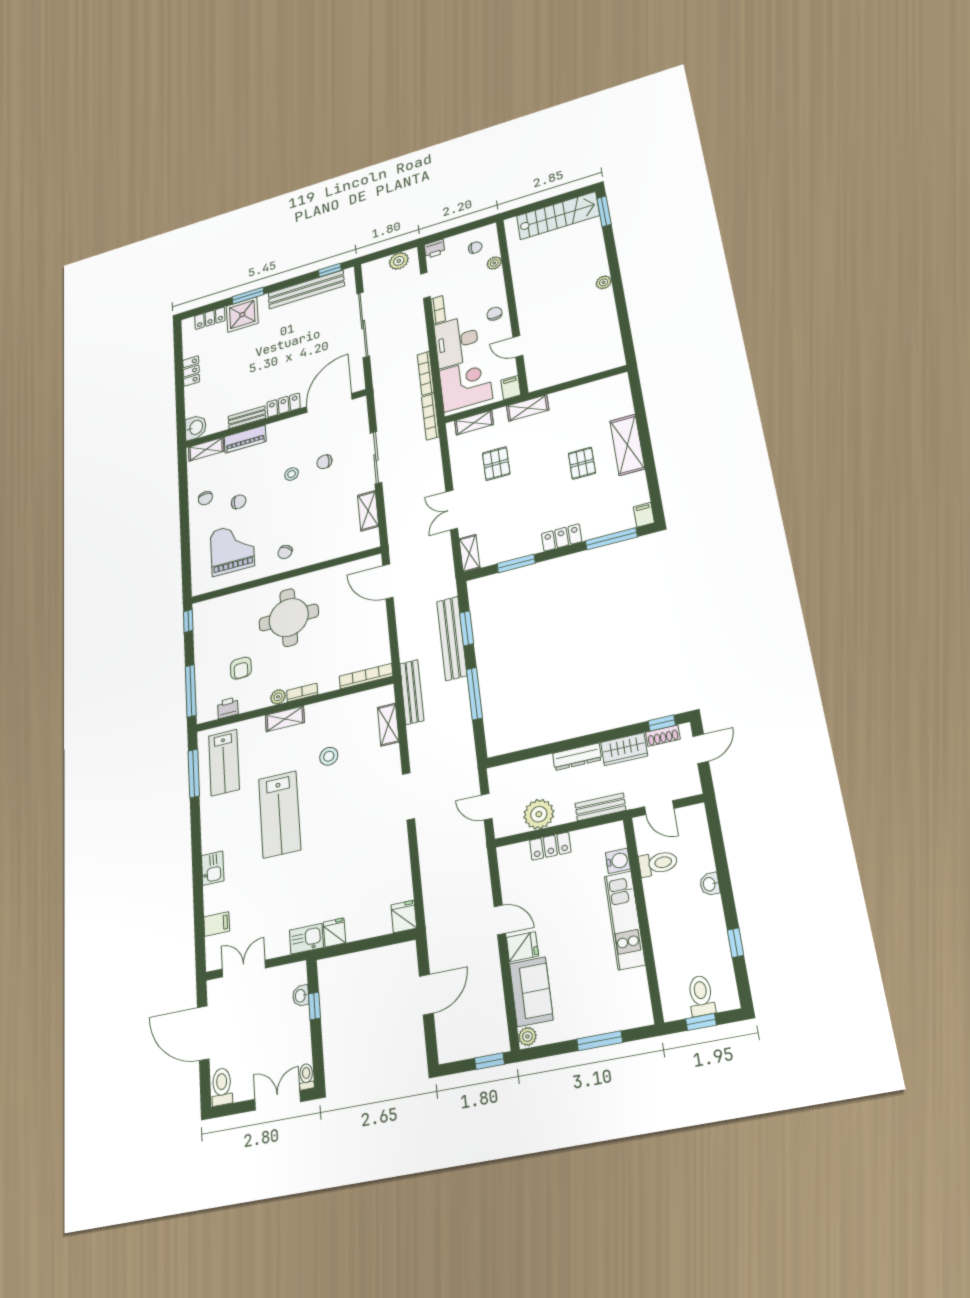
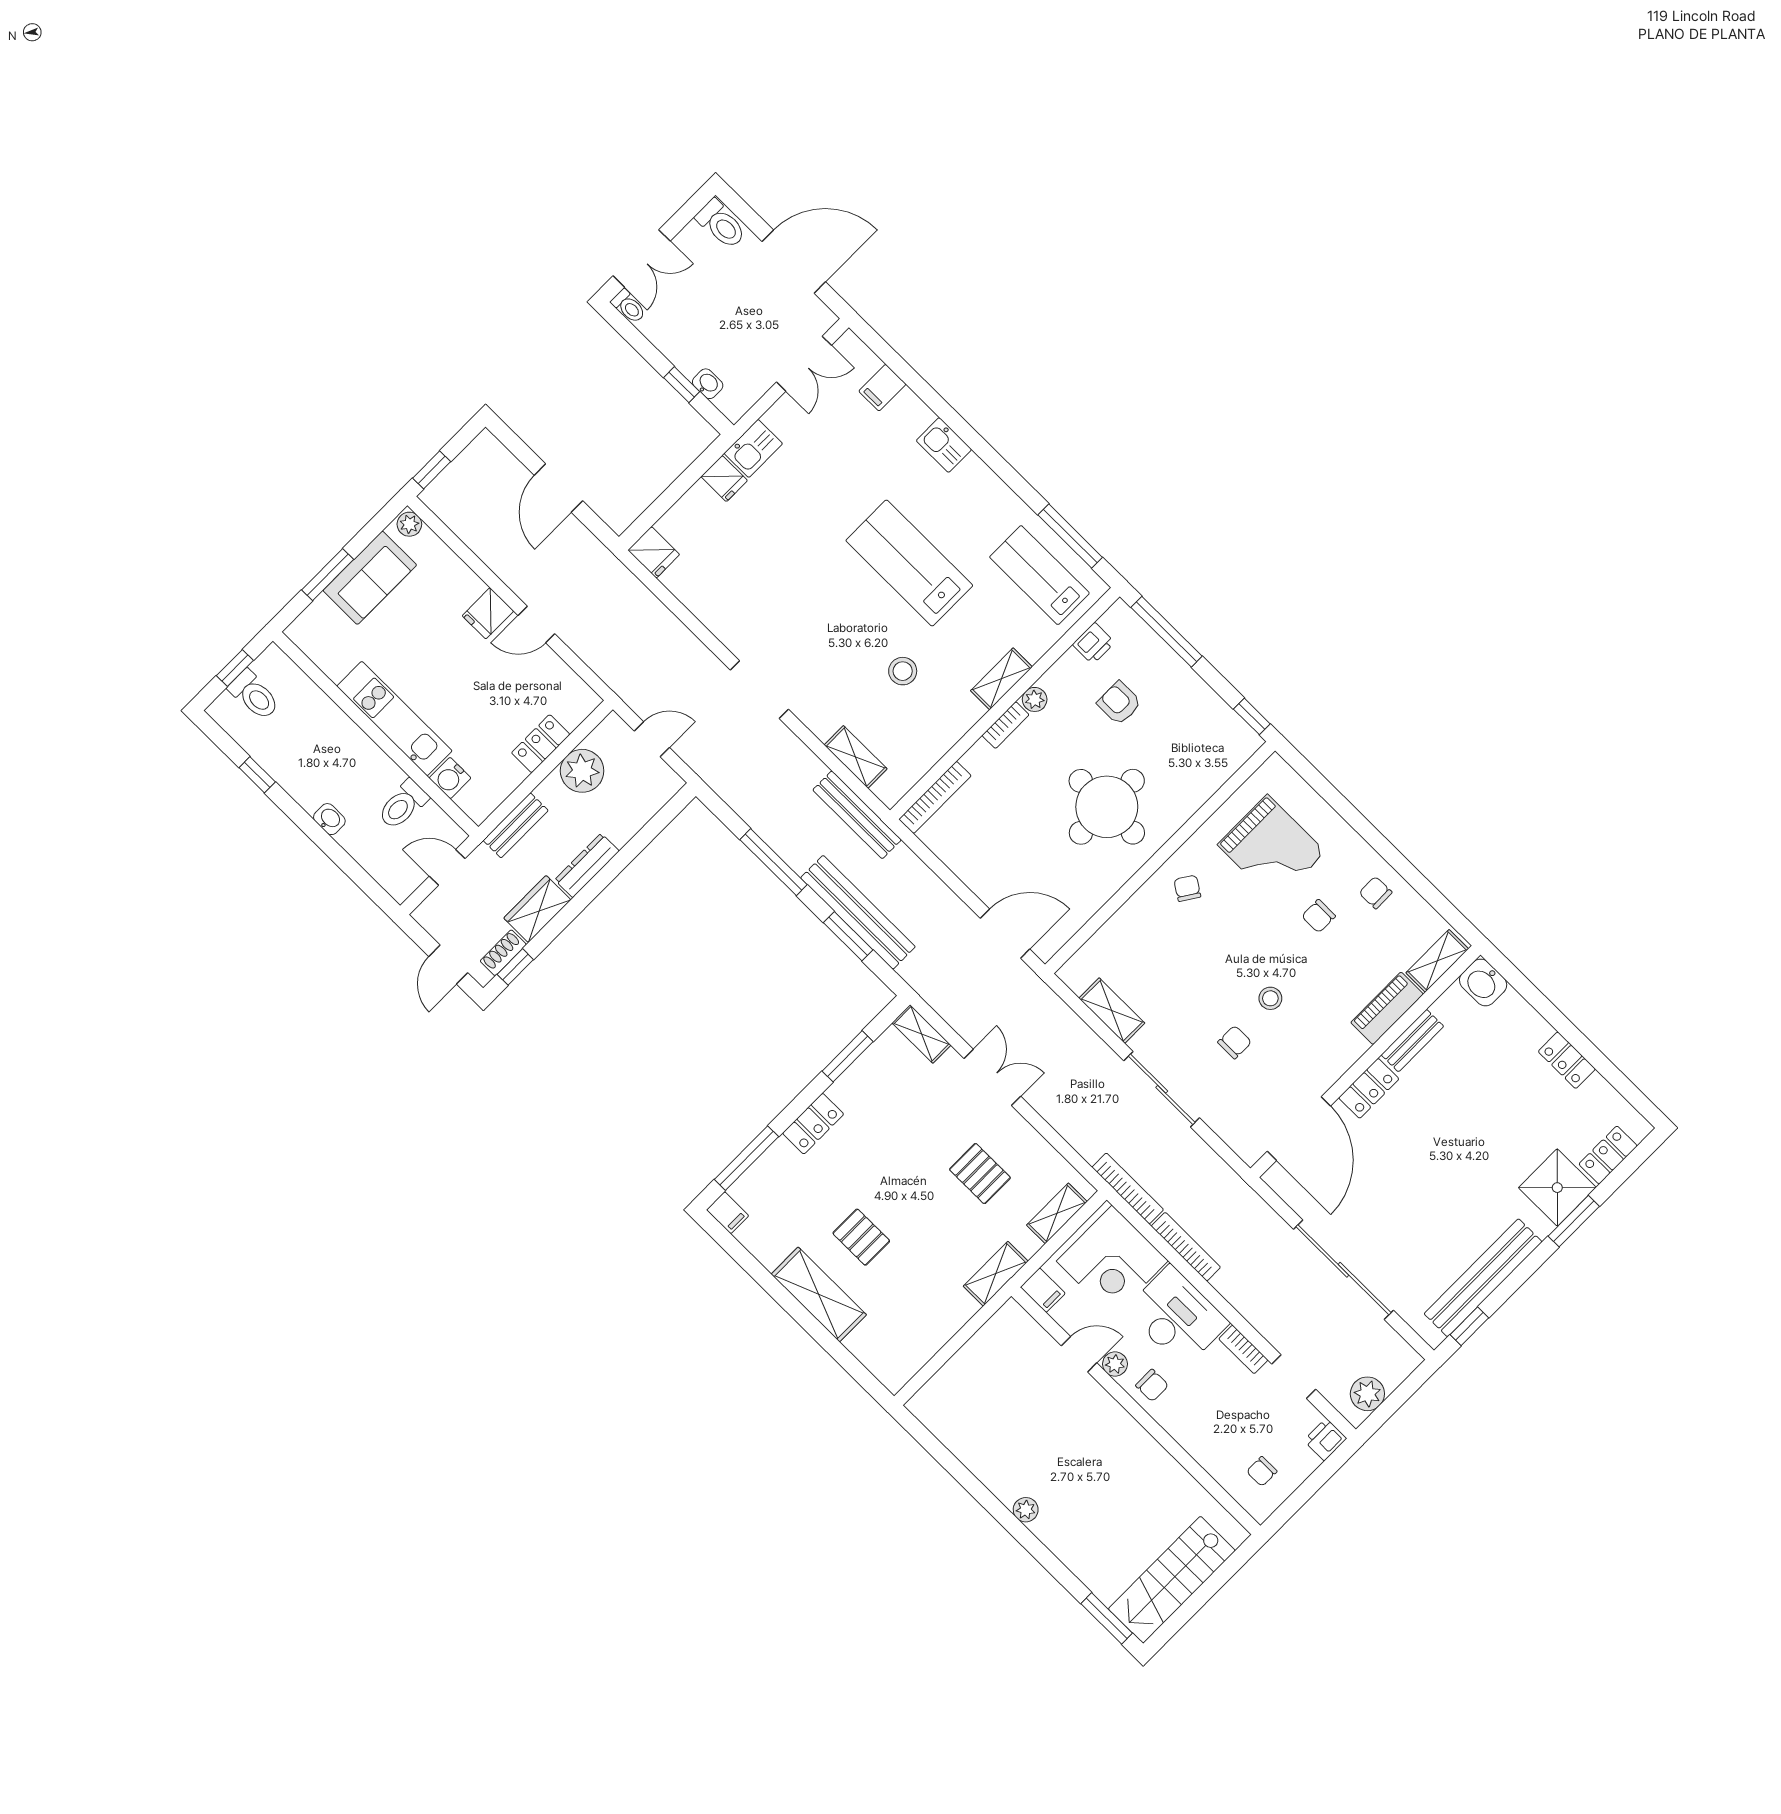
plant: (494, 263) -> (1115, 1364), moved
sofa: (531, 992) -> (370, 578), moved, turned -90

